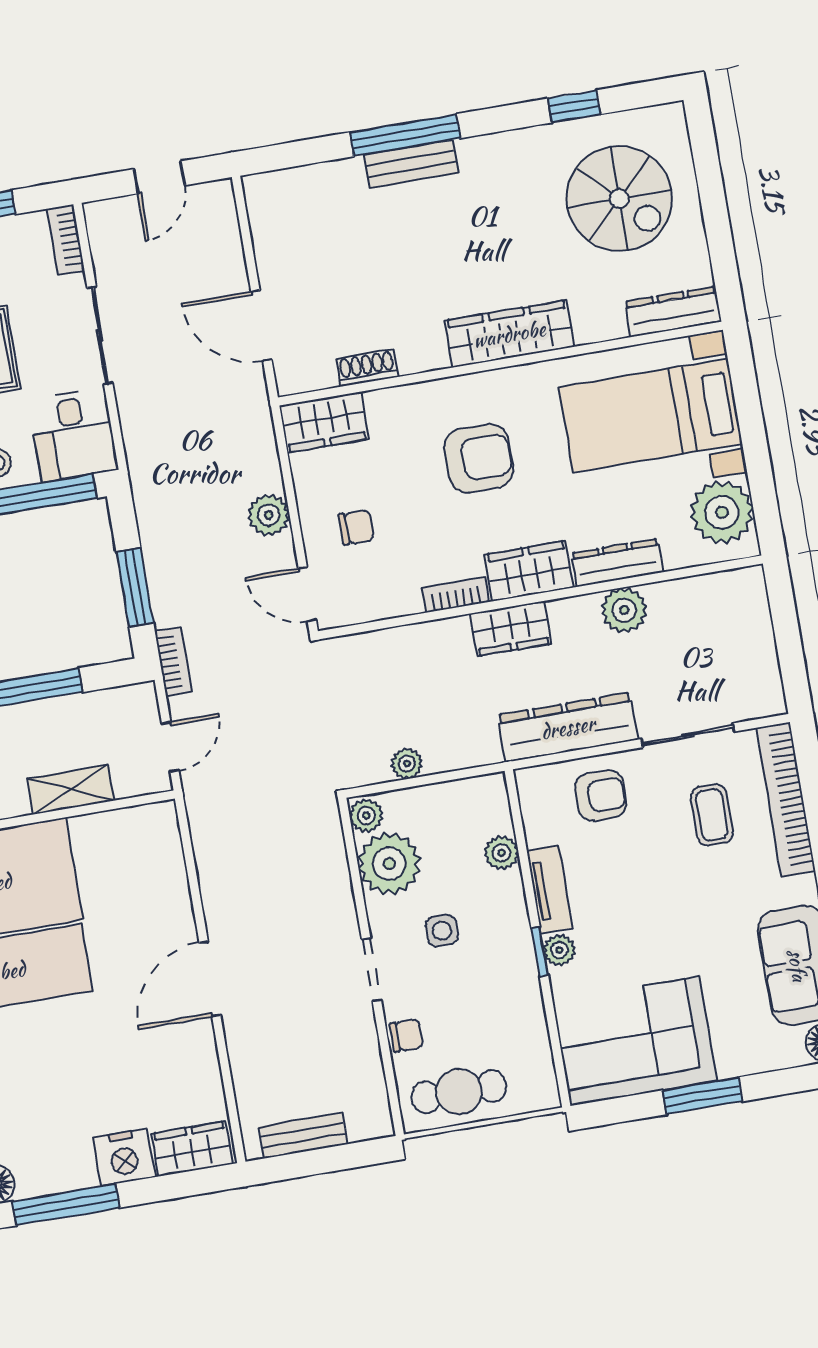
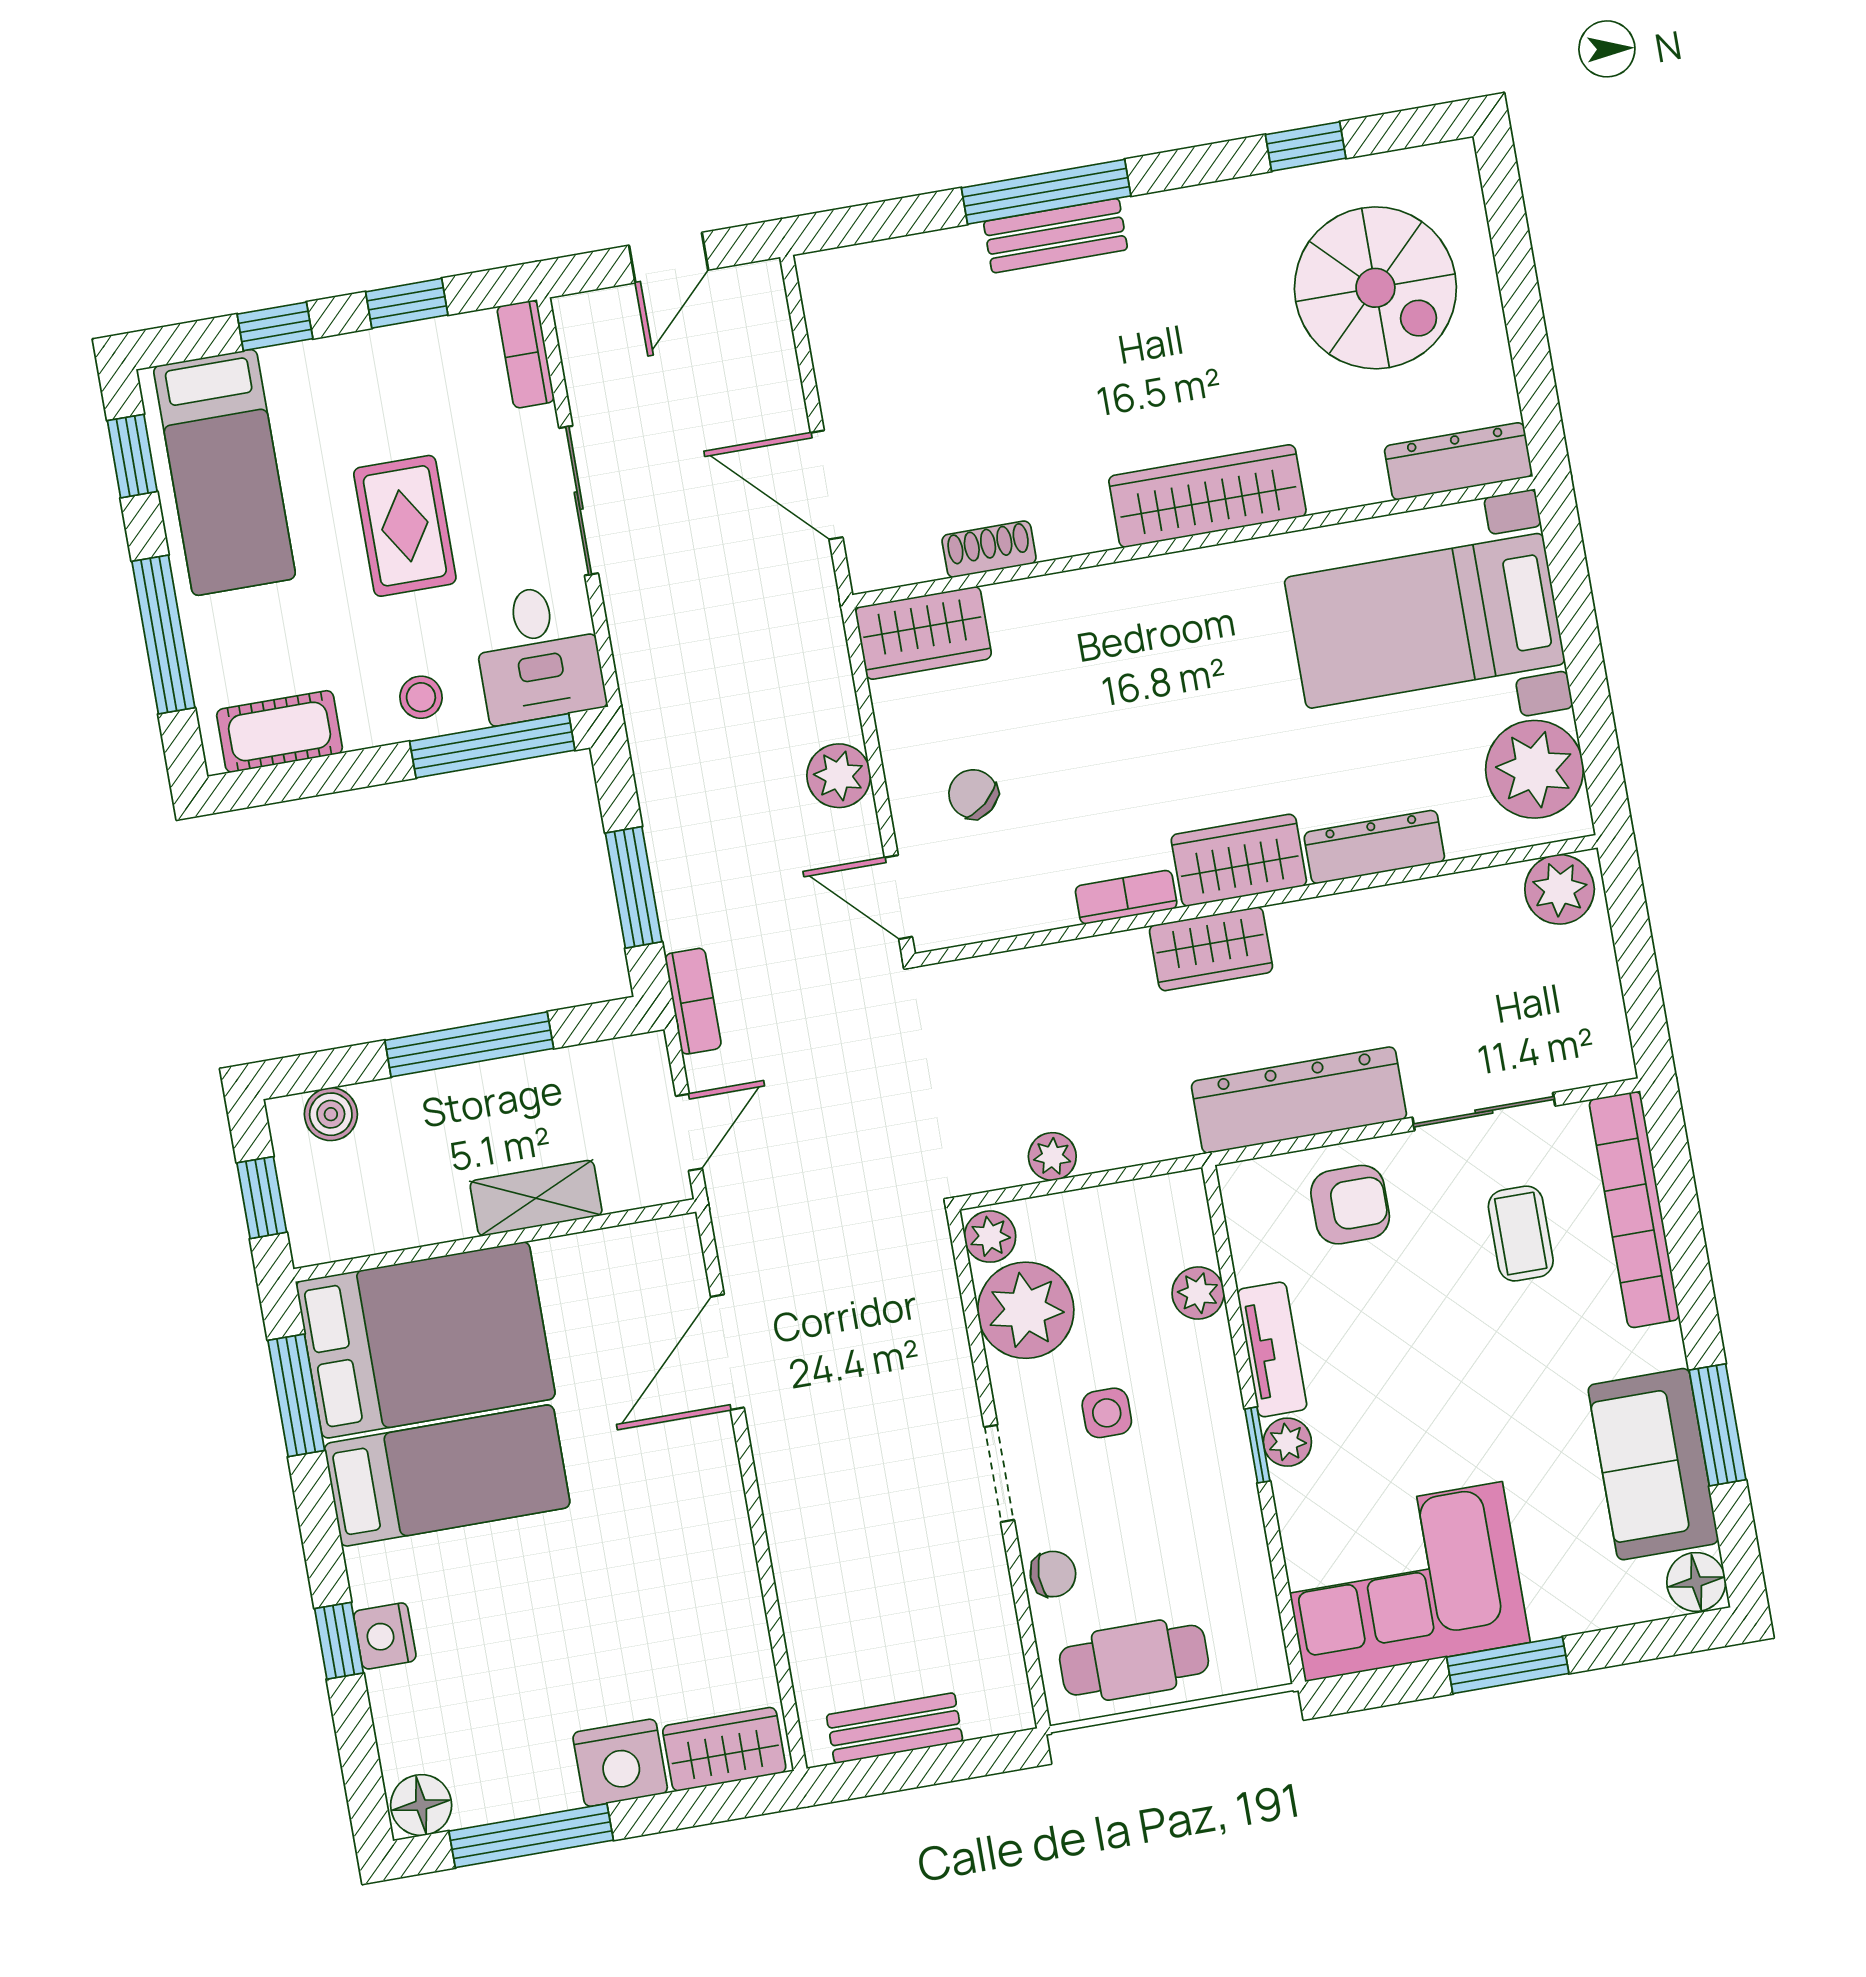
armchair: (479, 458) -> (1161, 688), removed
chair: (356, 527) -> (973, 794), turned -130
plant: (624, 610) -> (1560, 889), moved
door: (210, 979) -> (727, 1352), moved

